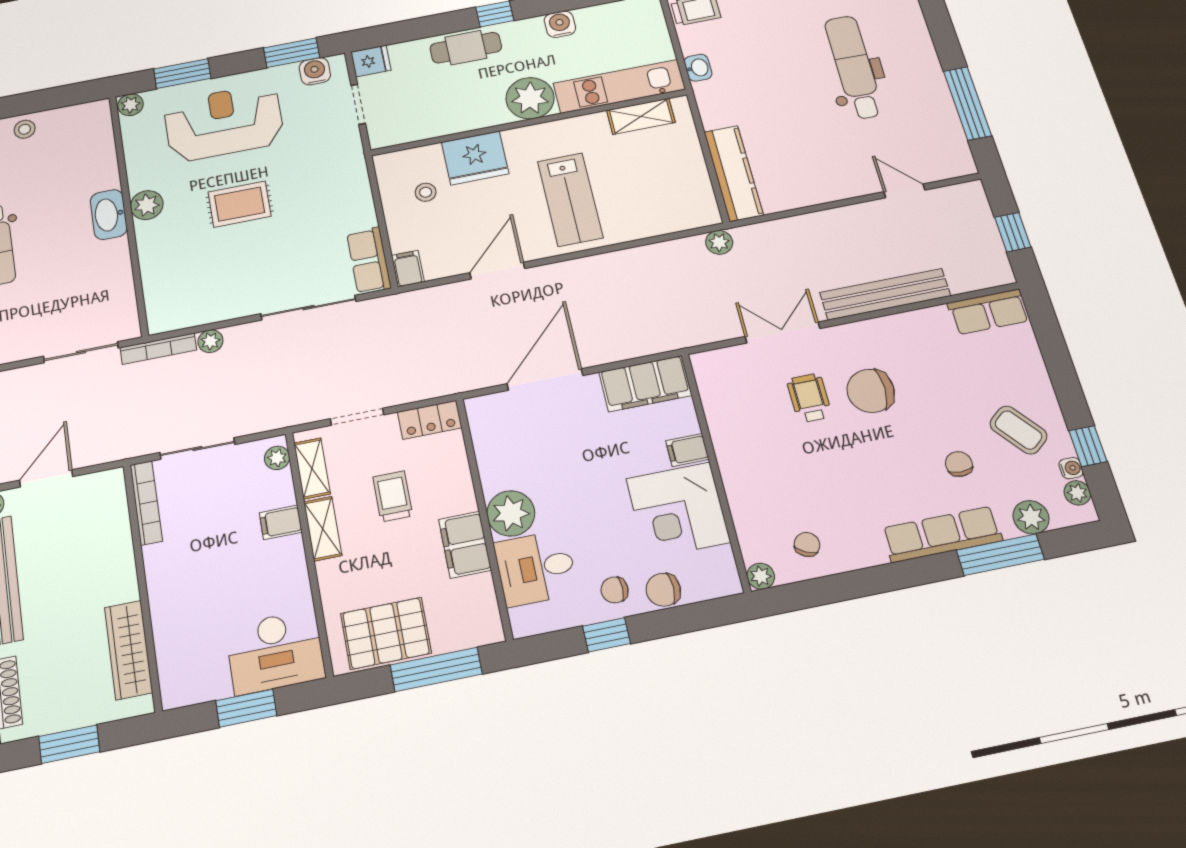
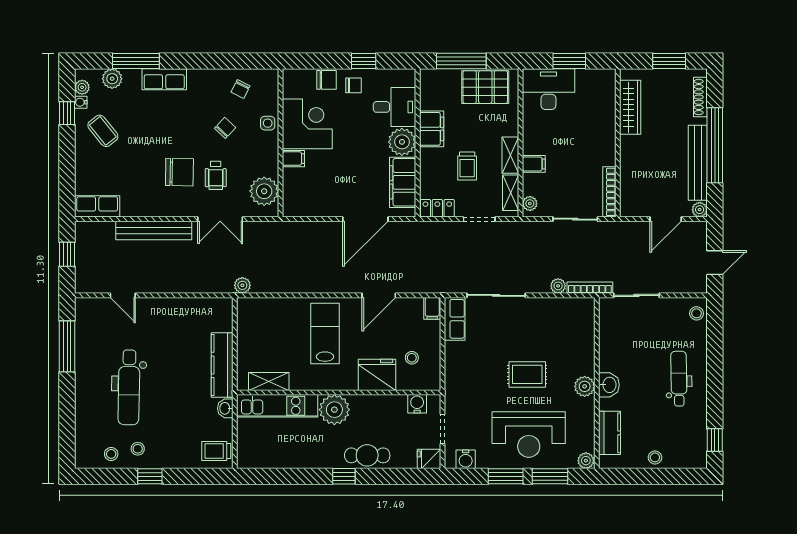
water cooler: (560, 24) -> (417, 404), moved, turned 180
window: (292, 53) -> (506, 476), moved
kitchen counter: (99, 149) -> (610, 433), added
kitchen counter: (733, 173) -> (222, 365), moved
washbasin: (109, 215) -> (609, 385), width x0.72
filing cabinet: (645, 384) -> (403, 182), moved, turned -90
chair: (959, 464) -> (225, 128), moved, turned -137
side table: (745, 498) -> (268, 123), added
row of seats: (942, 534) -> (164, 79), width x0.68
plant: (761, 576) -> (264, 191), moved, width x1.88, depth x1.88

